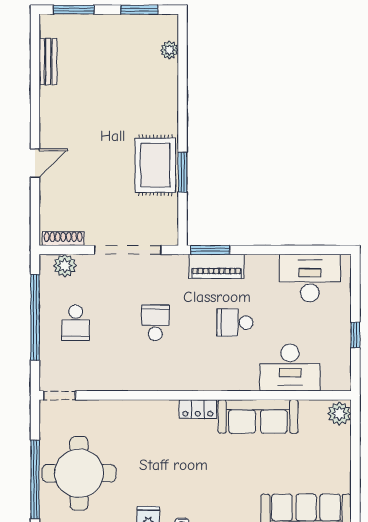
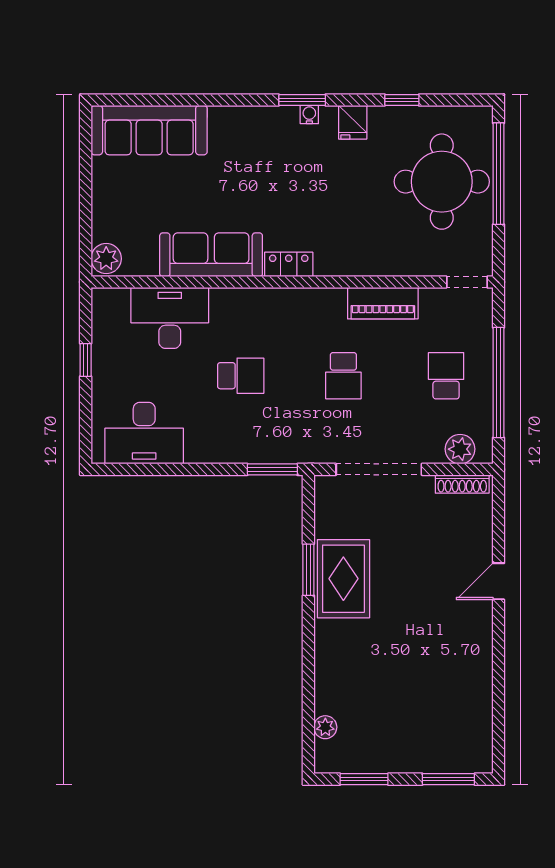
bench: (48, 62) -> (482, 712), removed
piano: (217, 266) -> (383, 303), moved, turned 180

